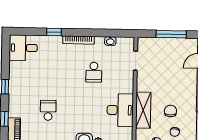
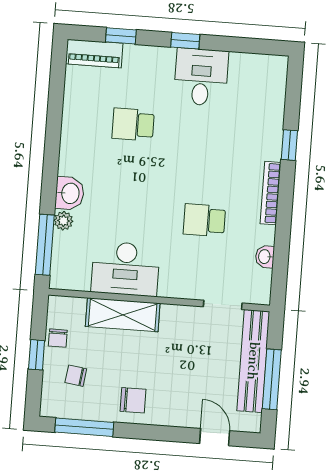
bench: (163, 44) -> (253, 361), added
desk: (23, 48) -> (201, 77), moved
school desk: (48, 110) -> (133, 124), turned 180
chair: (170, 111) -> (133, 400), moved

